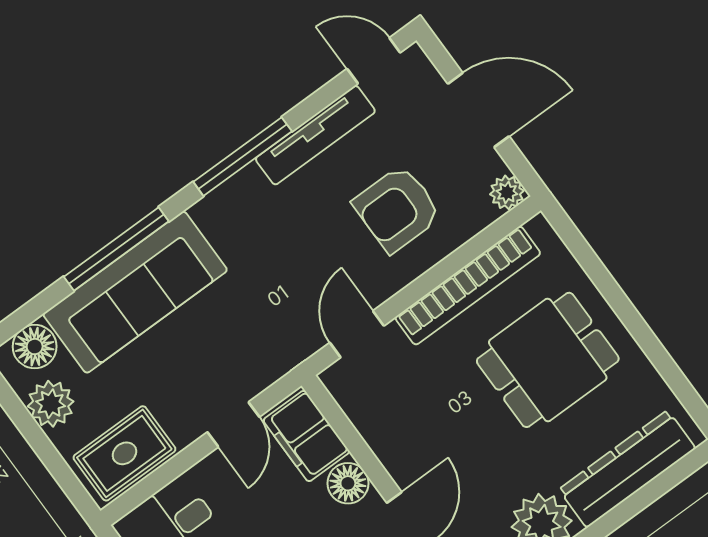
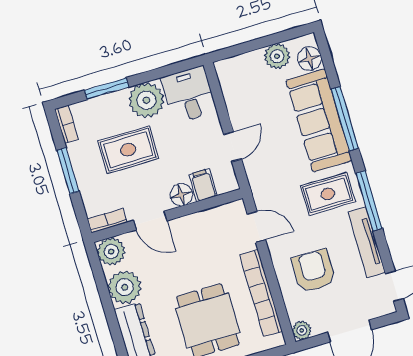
door: (233, 425) -> (233, 147), swing flipped
filing cabinet: (306, 436) -> (203, 185), width x0.50
rug: (124, 453) -> (328, 194), moved, turned 90

